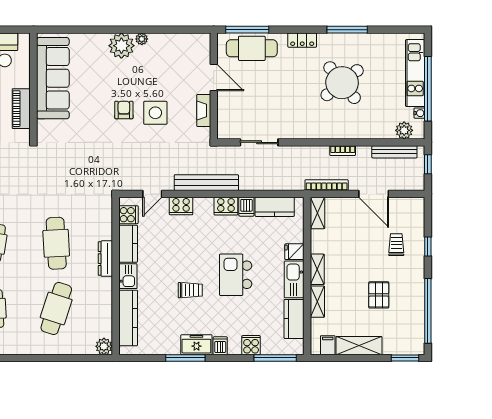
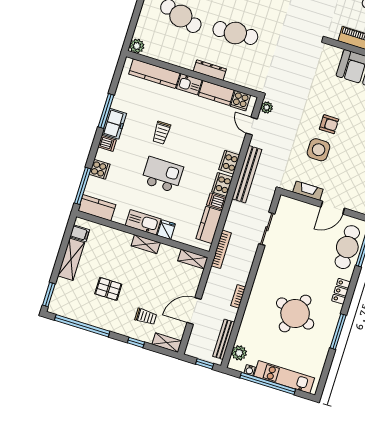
round table: (342, 83) -> (295, 313), turned -30
plant: (127, 184) -> (267, 107), added
bookcase: (327, 185) -> (221, 249), moved
cooker: (181, 206) -> (229, 162), moved
shelving: (317, 302) -> (167, 343), moved
kitchen counter: (294, 319) -> (97, 208), moved

